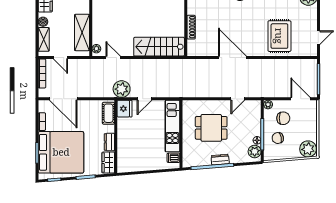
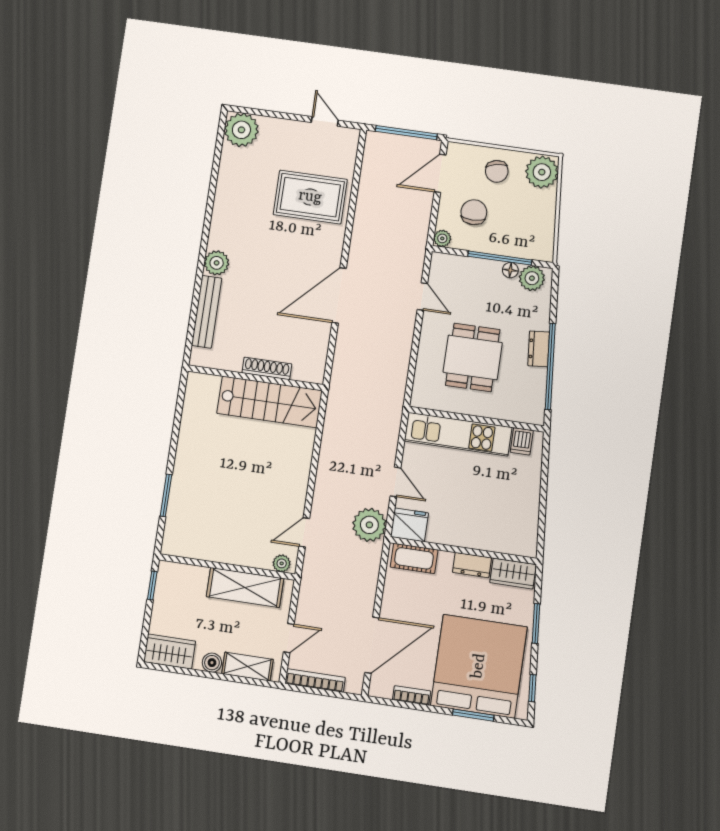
stairs: (159, 47) -> (270, 402), moved, turned -90
chair: (278, 138) -> (497, 171), moved

